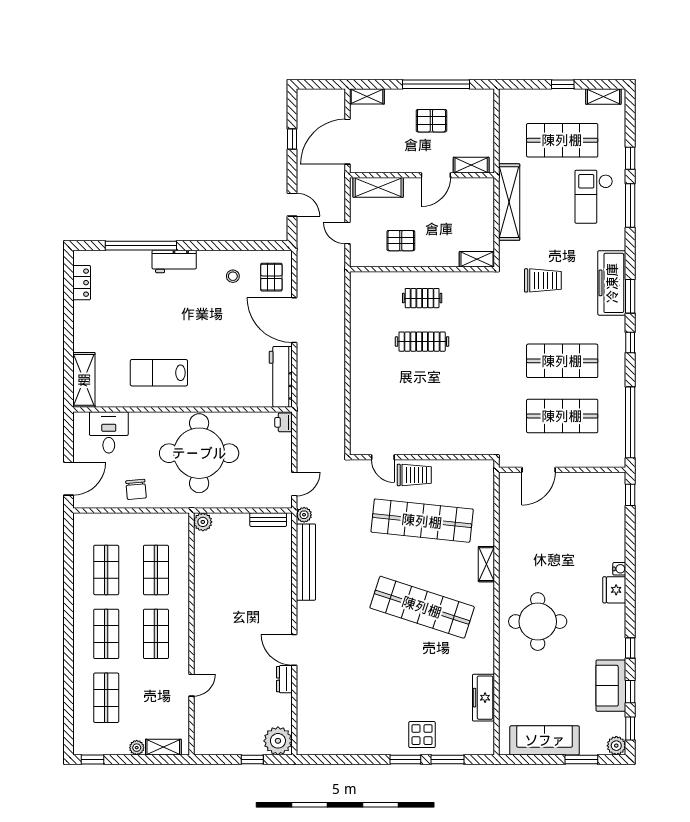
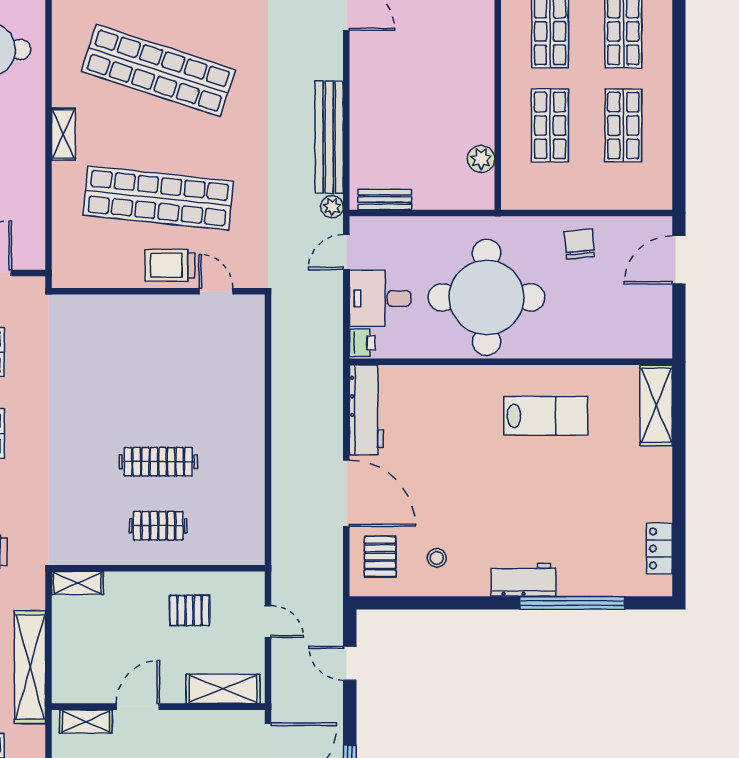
desk: (109, 432) -> (380, 298), moved, turned 90
plant: (203, 522) -> (481, 159), moved

